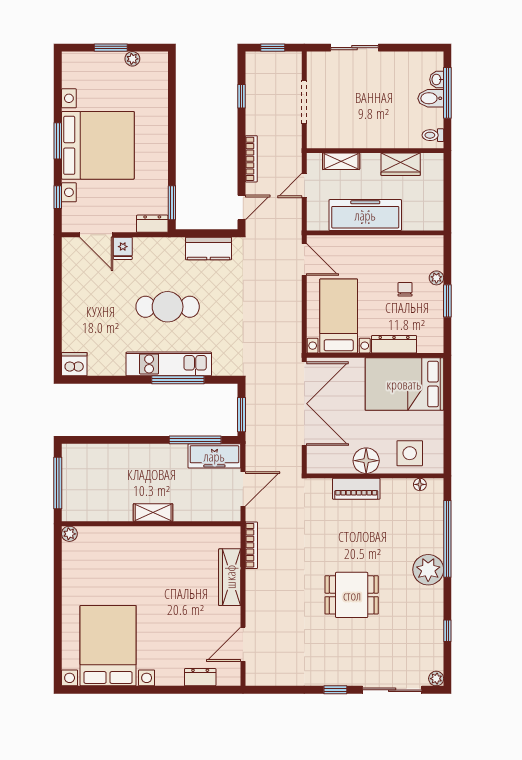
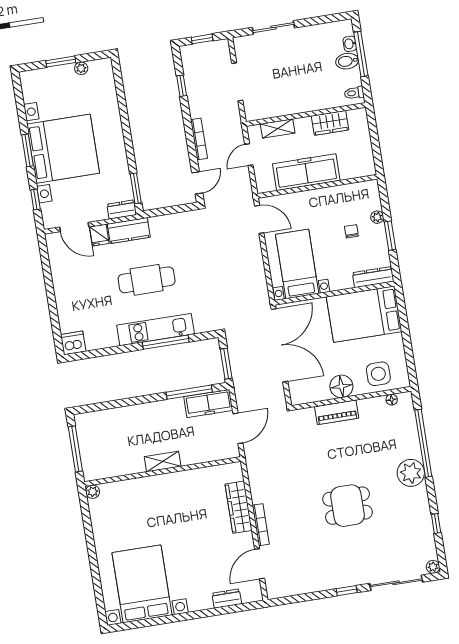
kitchen counter: (208, 249) -> (129, 231), moved
dresser: (394, 344) -> (373, 277), moved
bookcase: (251, 545) -> (261, 525), moved

